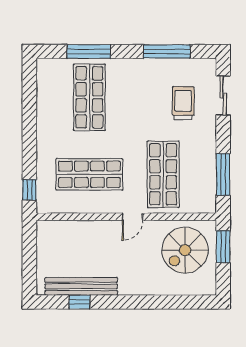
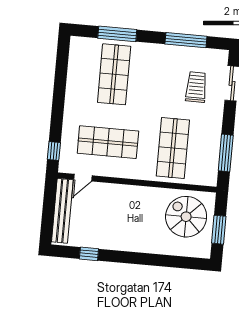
door: (132, 217) -> (83, 178), moved
window: (223, 247) -> (219, 230), moved
spiral stairs: (185, 250) -> (186, 217), turned 90
bench: (81, 286) -> (62, 211), moved, turned 90

